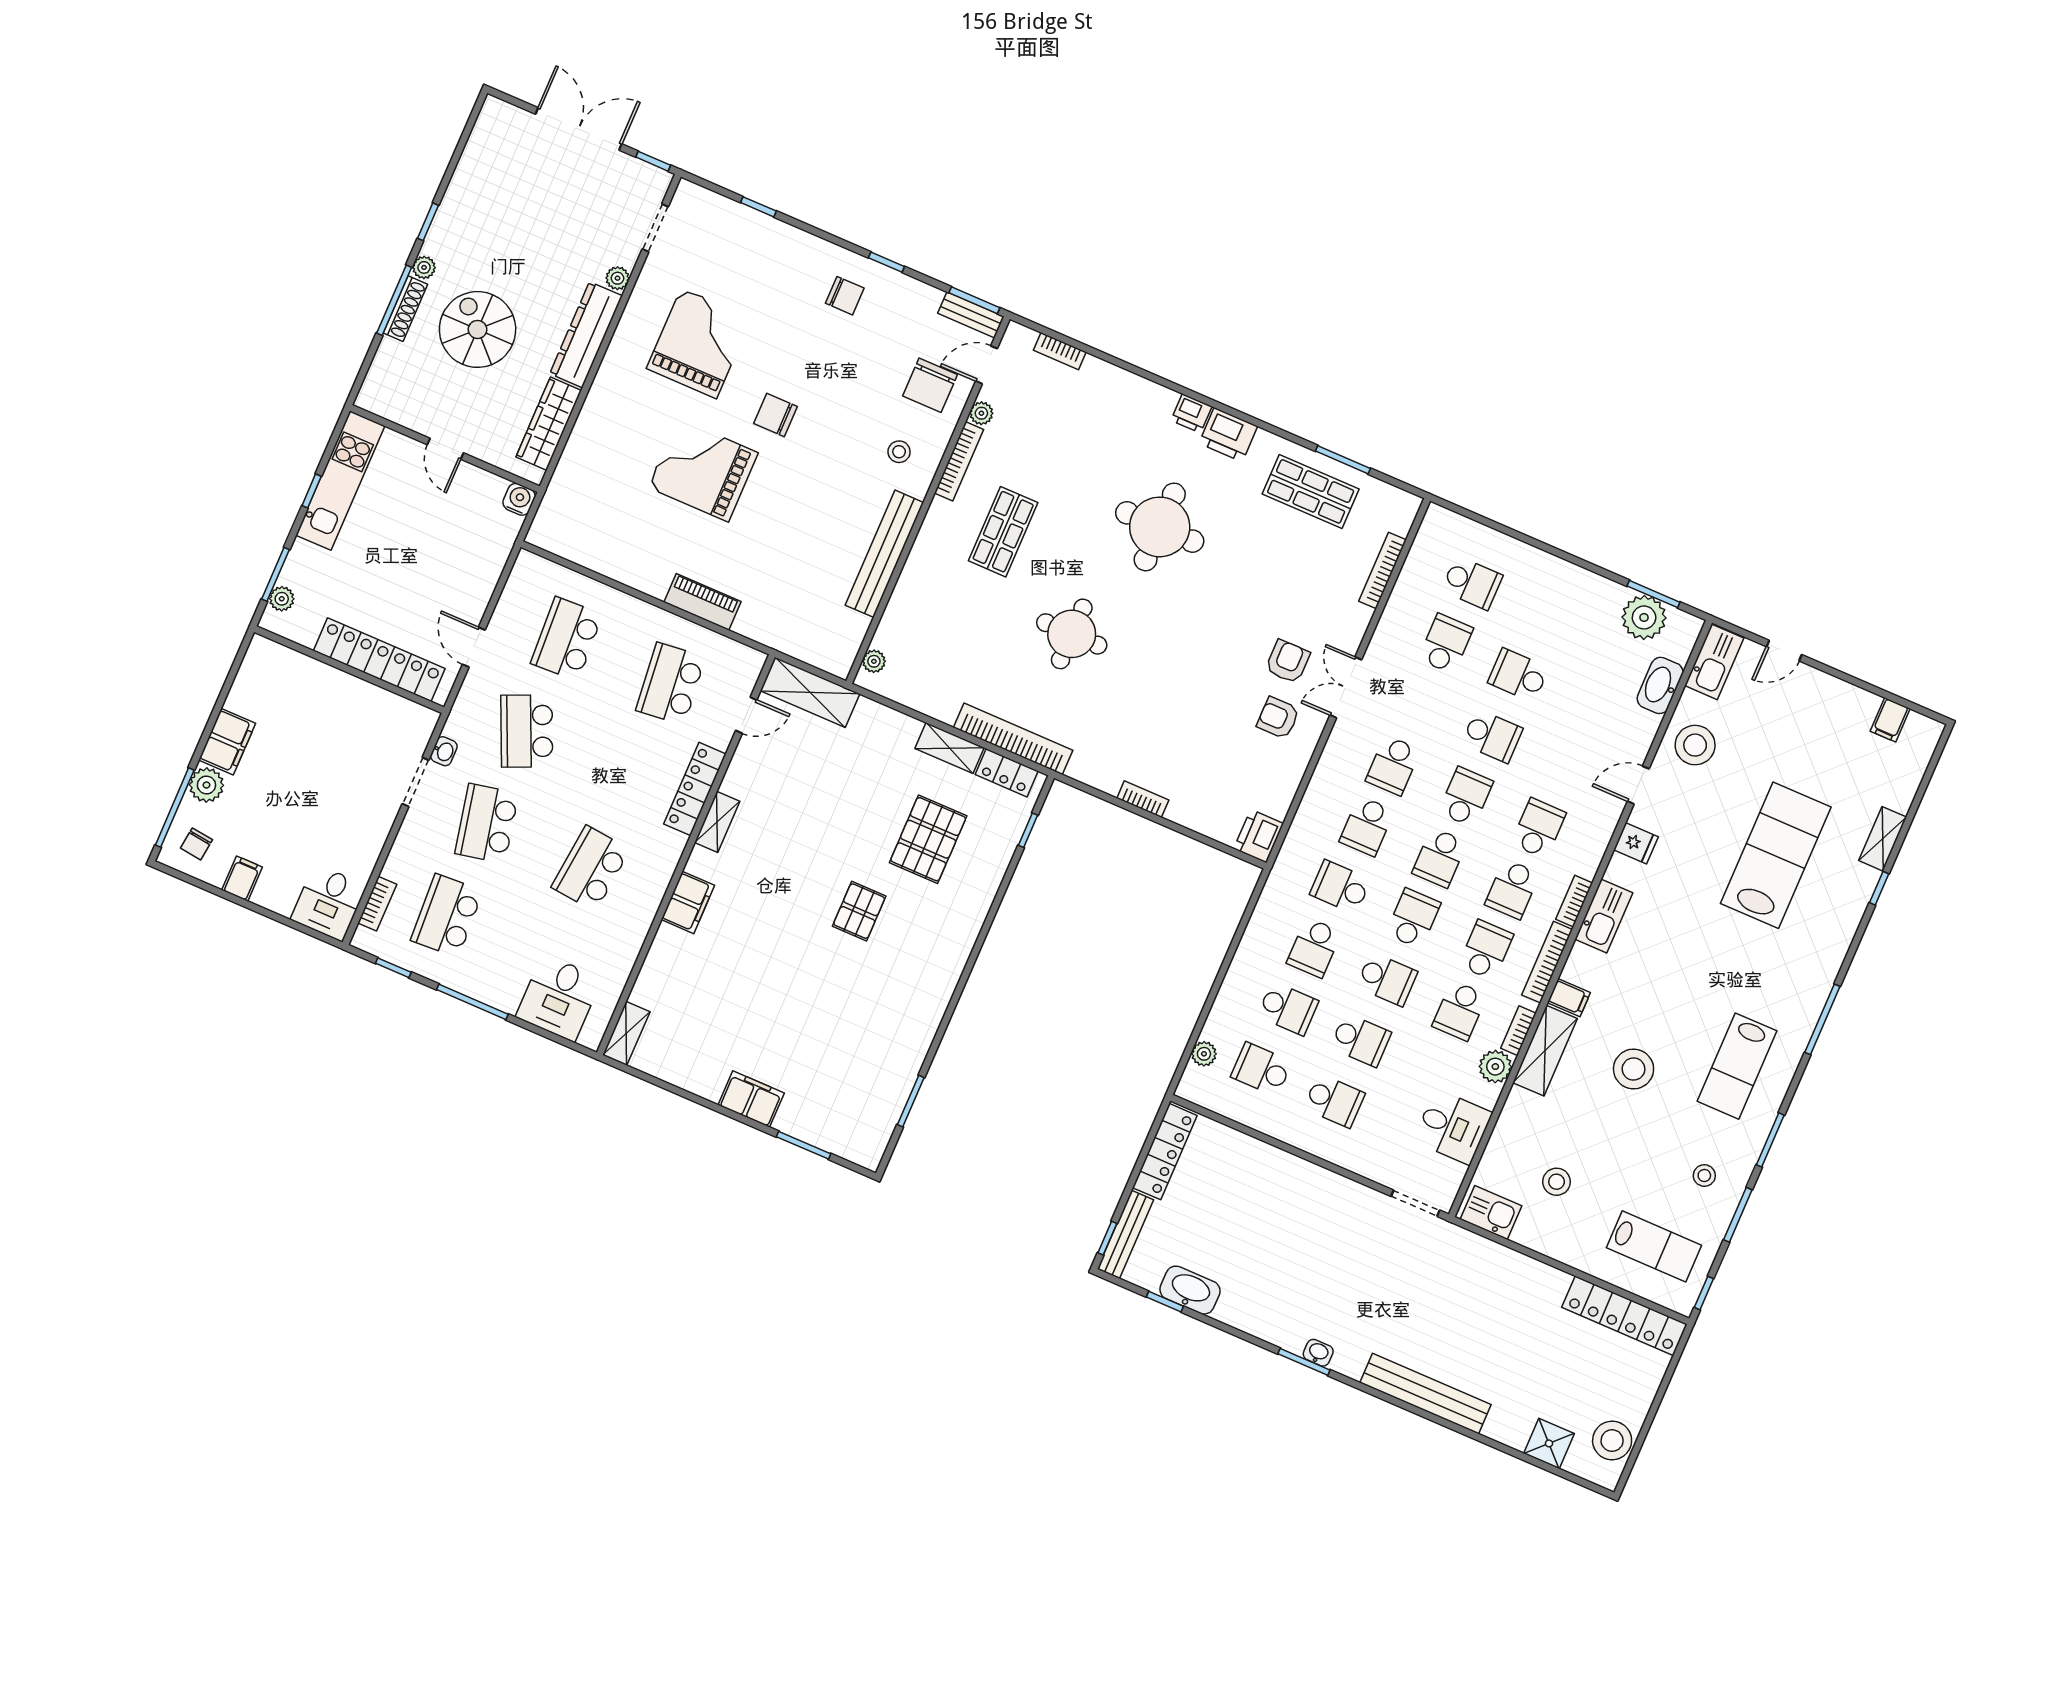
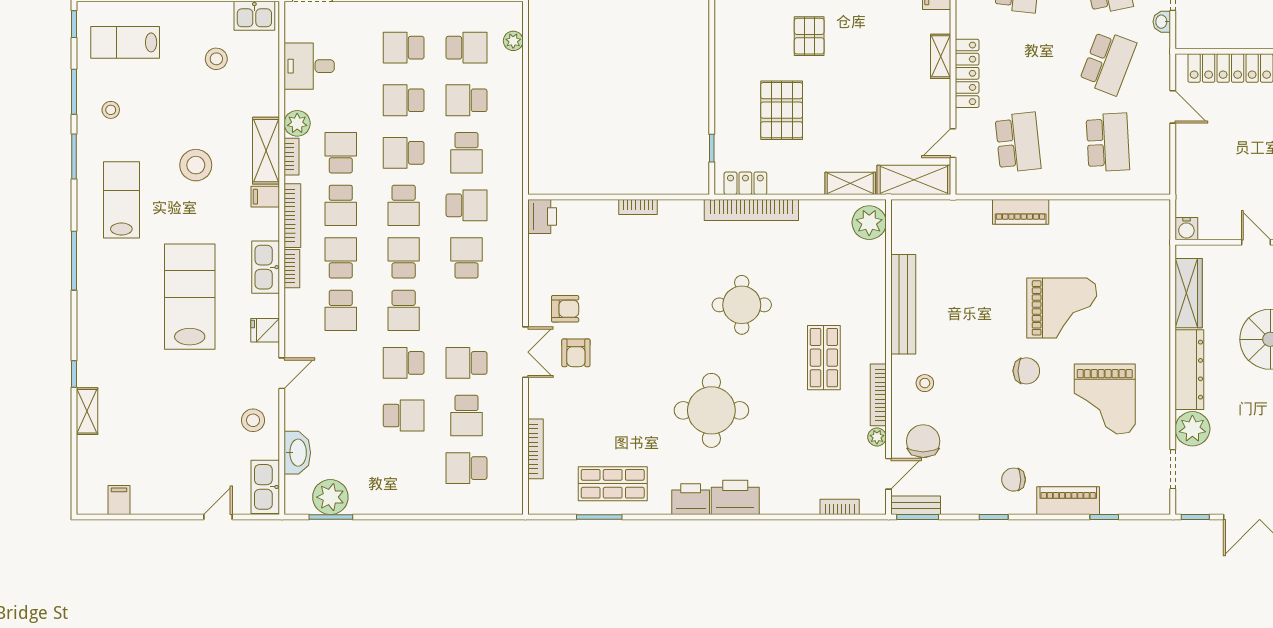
piano: (792, 244) -> (1068, 501), added
plant: (617, 278) -> (1192, 429), width x1.88, depth x1.88
printer: (1191, 413) -> (735, 497), width x1.87, depth x1.48
plant: (874, 661) -> (869, 223), width x1.87, depth x1.87
school desk: (527, 731) -> (1108, 62), turned 45
stool: (1695, 745) -> (253, 420), width x0.73, depth x0.73
shelving: (950, 748) -> (850, 183), moved
school desk: (1393, 765) -> (466, 363), moved, turned -90
lab bench: (1776, 855) -> (190, 297), moved, turned 180
school desk: (1314, 948) -> (466, 153), turned 180

